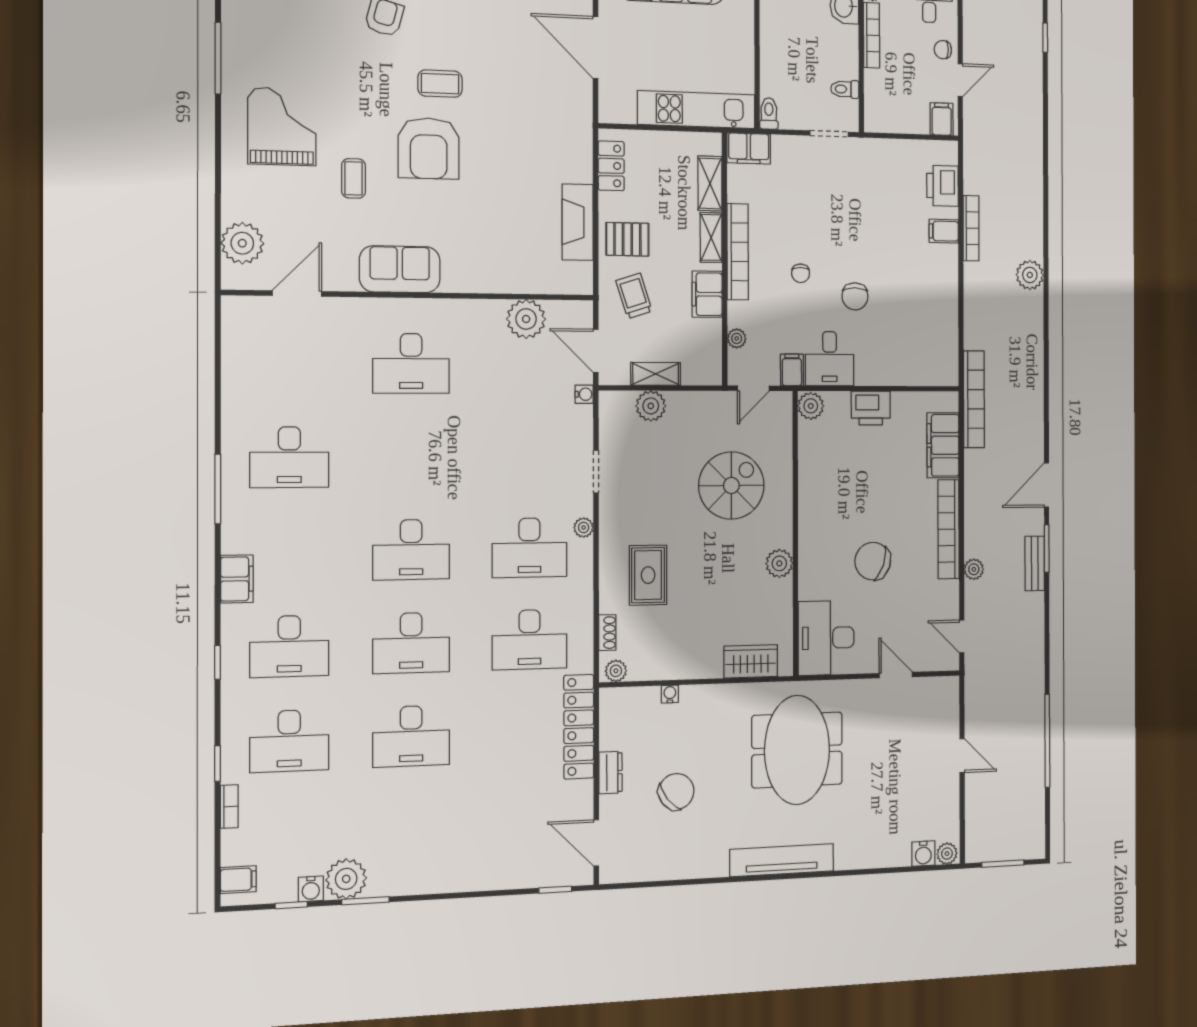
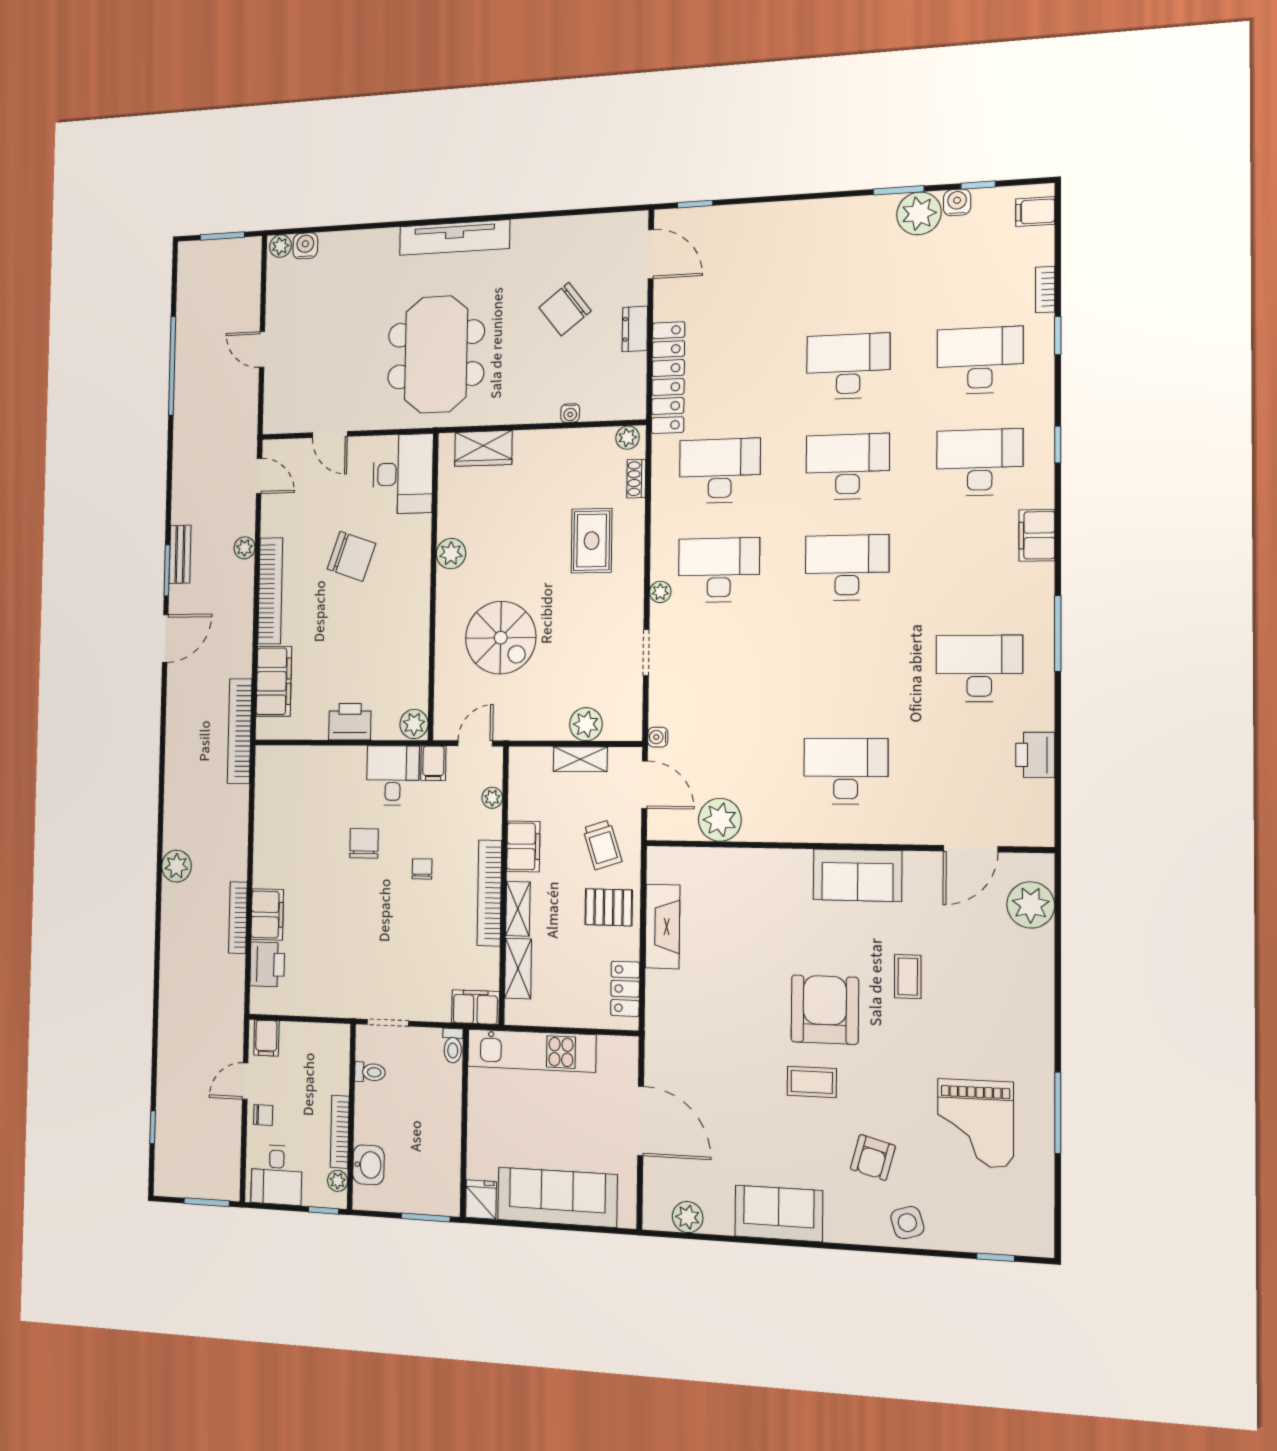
grand piano: (282, 127) -> (975, 1123), moved
filing cabinet: (944, 231) -> (267, 915), width x2.00
printer: (238, 378) -> (1035, 755), added
spiral stairs: (731, 485) -> (501, 638), turned -90

